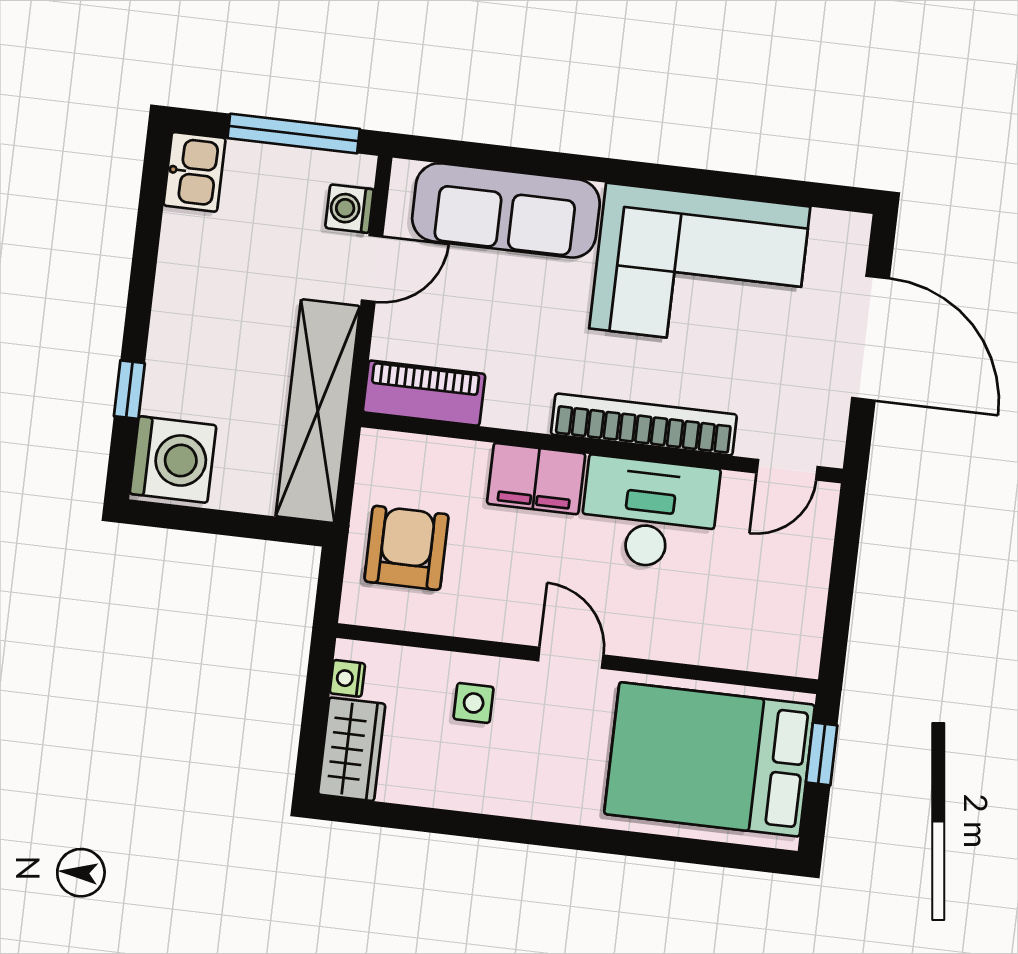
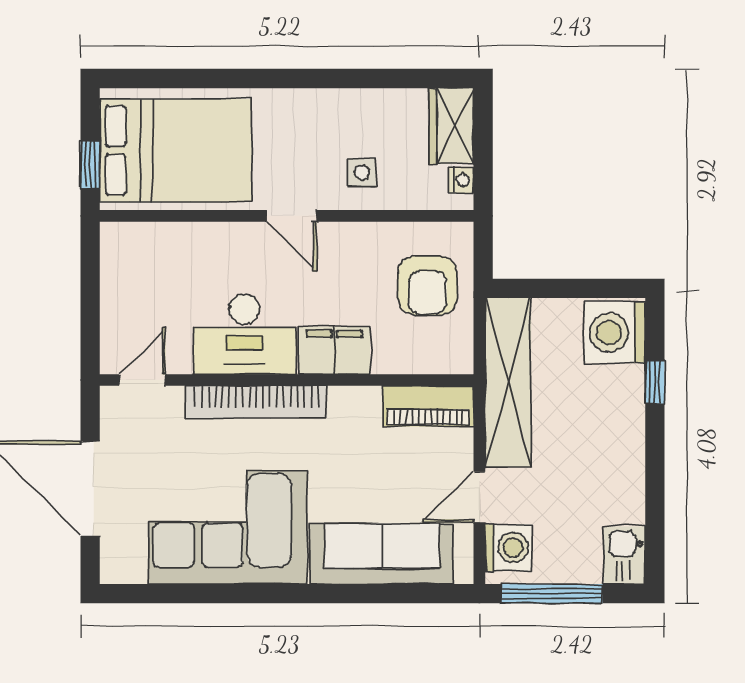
washing machine: (349, 209) -> (508, 548), width x1.38, depth x1.38

